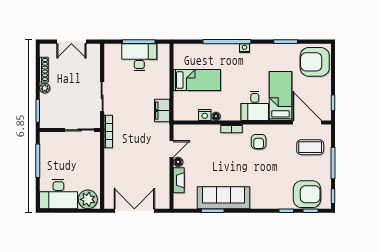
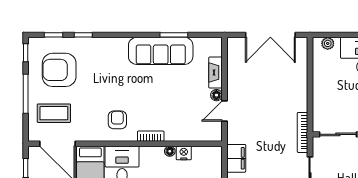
armchair: (307, 194) -> (59, 70), moved
plant: (88, 199) -> (328, 43), width x0.53, depth x0.53

